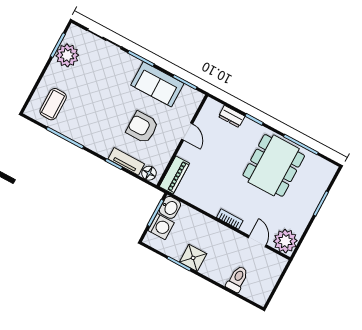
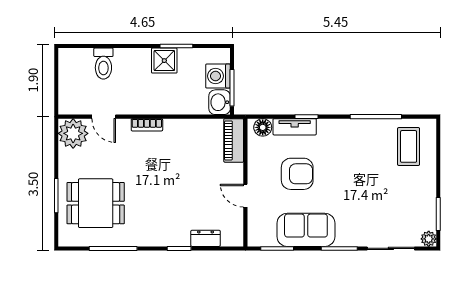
plant: (67, 55) -> (429, 239), moved, width x0.53, depth x0.53
dining table: (274, 165) -> (96, 203), moved, width x0.73

